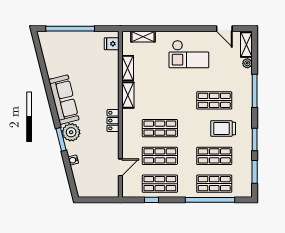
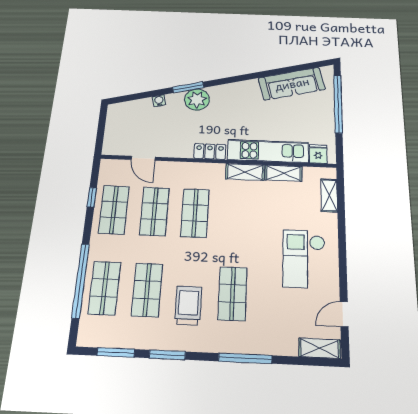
plant: (247, 63) -> (290, 348), removed
kitchen unit: (111, 79) -> (268, 151), added
sofa: (64, 100) -> (292, 84), moved

